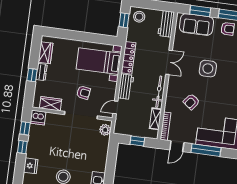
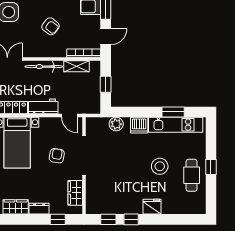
window: (32, 75) -> (58, 219), moved
dishwasher: (38, 117) -> (139, 125), moved, turned 90
plant: (105, 130) -> (116, 124), moved
door: (177, 146) -> (106, 37), hinge flipped

